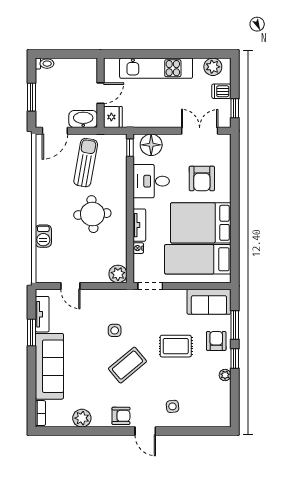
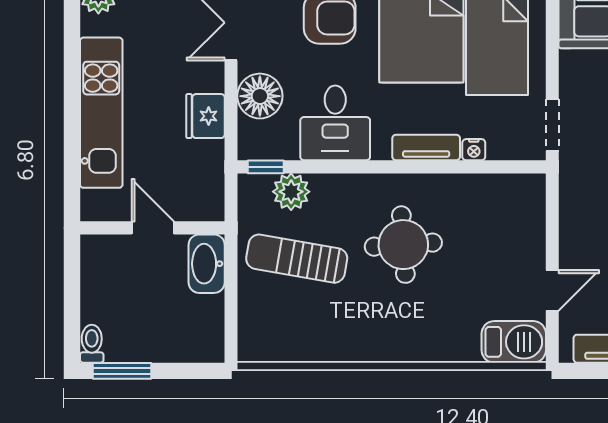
window: (31, 97) -> (122, 371), moved
fridge: (113, 117) -> (205, 116), moved, turned -90
door: (55, 131) -> (231, 322), removed
floor lamp: (151, 145) -> (260, 96), moved
barbecue: (43, 236) -> (514, 342), moved, width x1.38, depth x1.27
plant: (118, 274) -> (291, 192), moved

